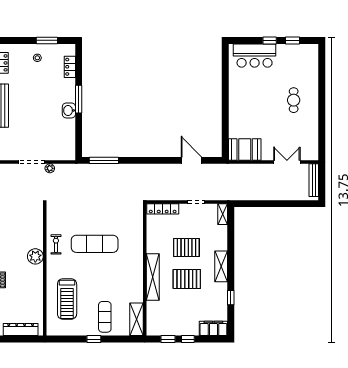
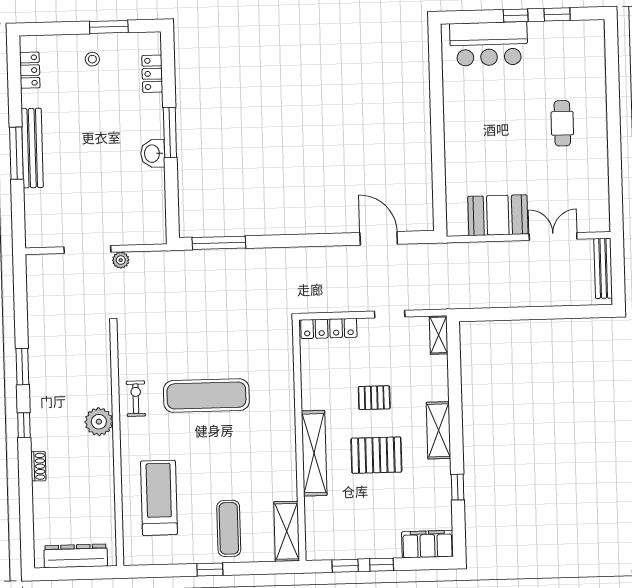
booth: (245, 149) -> (498, 215), moved
pallet: (186, 247) -> (374, 398), width x0.67, depth x0.71
treadmill: (67, 299) -> (159, 498), turned 180

